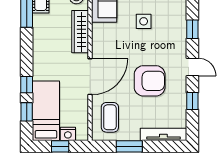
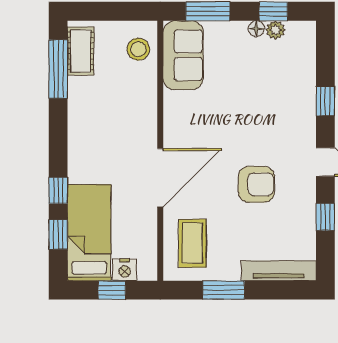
side table: (144, 21) -> (247, 88), removed
wardrobe: (80, 32) -> (144, 105), removed
armchair: (150, 81) -> (256, 184), width x0.73, depth x0.73

